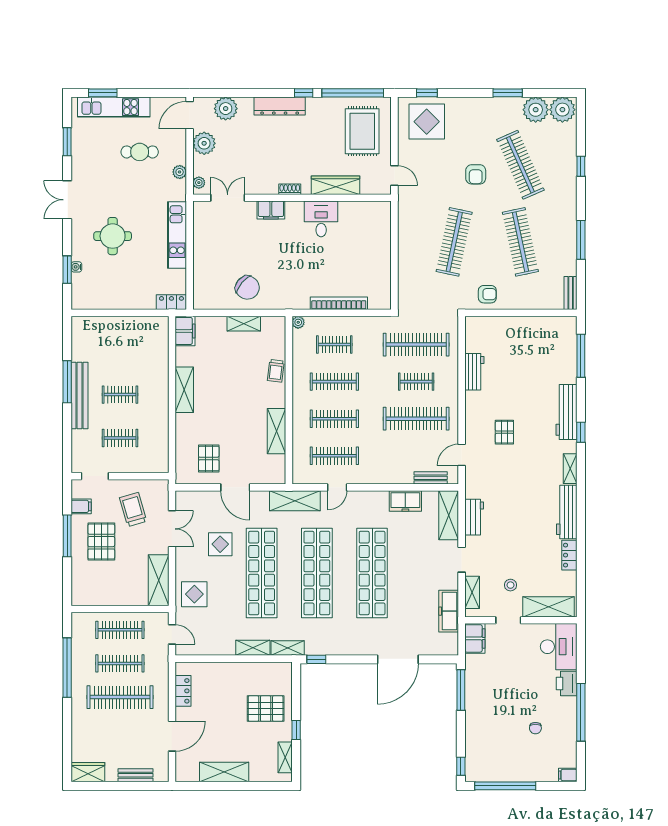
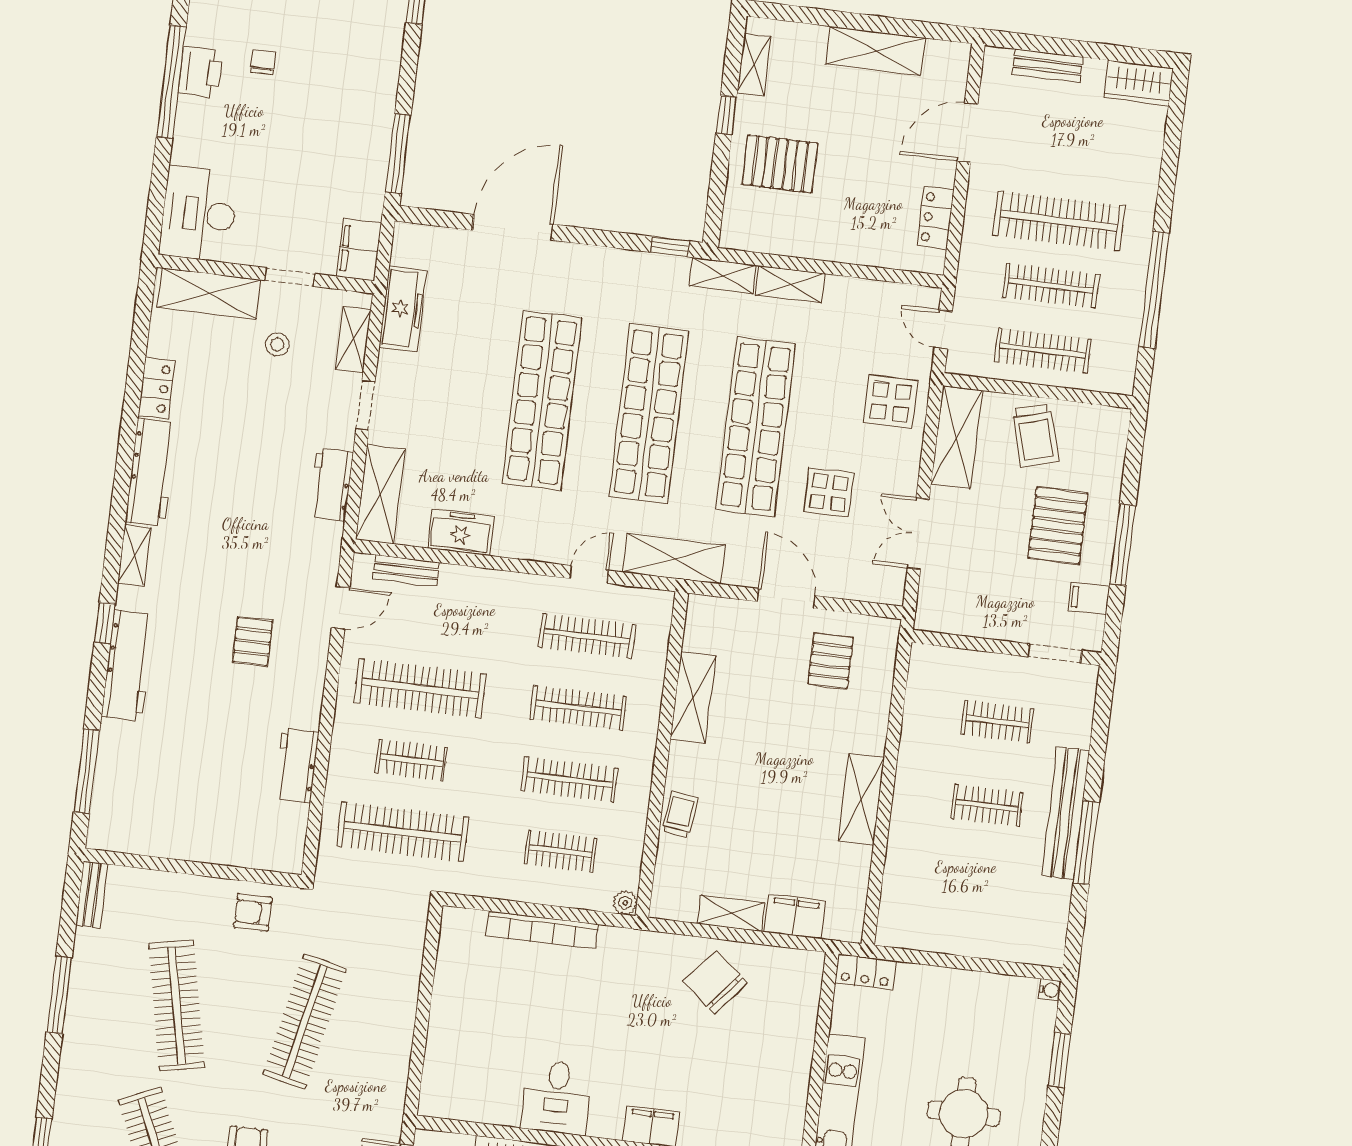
water cooler: (76, 267) -> (1050, 990), moved
filing cabinet: (185, 331) -> (795, 916), moved, turned 90
trolley: (133, 510) -> (1035, 436), moved
printer: (567, 684) -> (200, 72), moved

